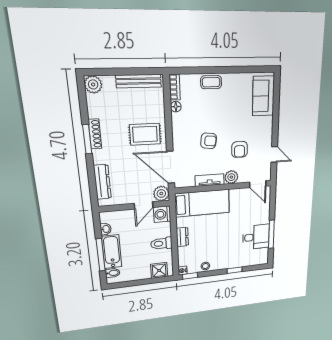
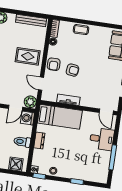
armchair: (240, 149) -> (54, 64), moved
door: (171, 167) -> (41, 84), width x0.53
plant: (231, 177) -> (86, 101), removed
desk: (256, 237) -> (102, 139), moved

